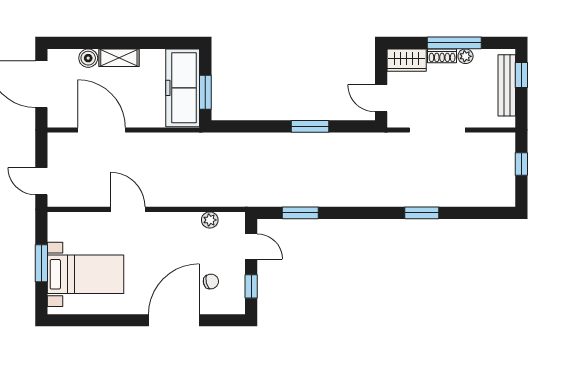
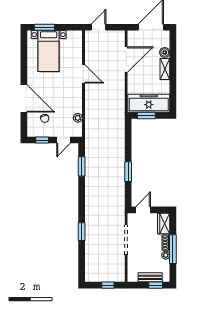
bench: (507, 85) -> (150, 277), width x0.73
door: (128, 209) -> (83, 74), hinge flipped
window: (41, 263) -> (44, 27), moved

